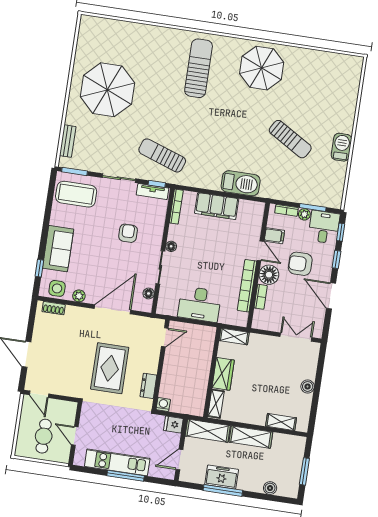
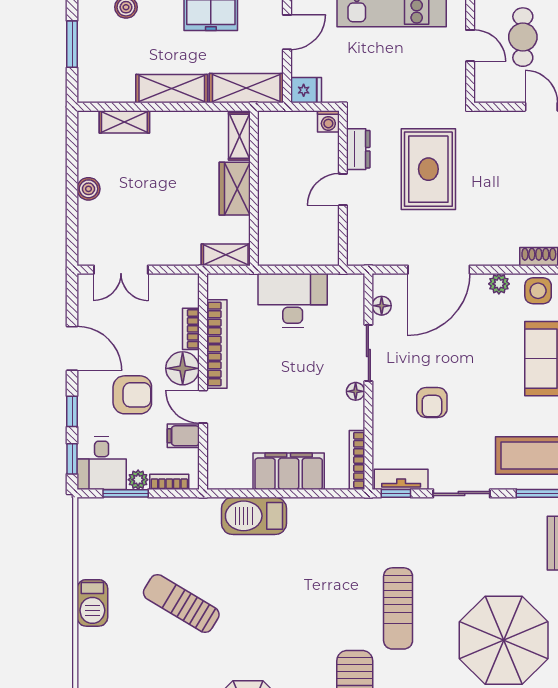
sun lounger: (162, 155) -> (398, 608), moved, turned 71
door: (165, 337) -> (343, 190), moved

